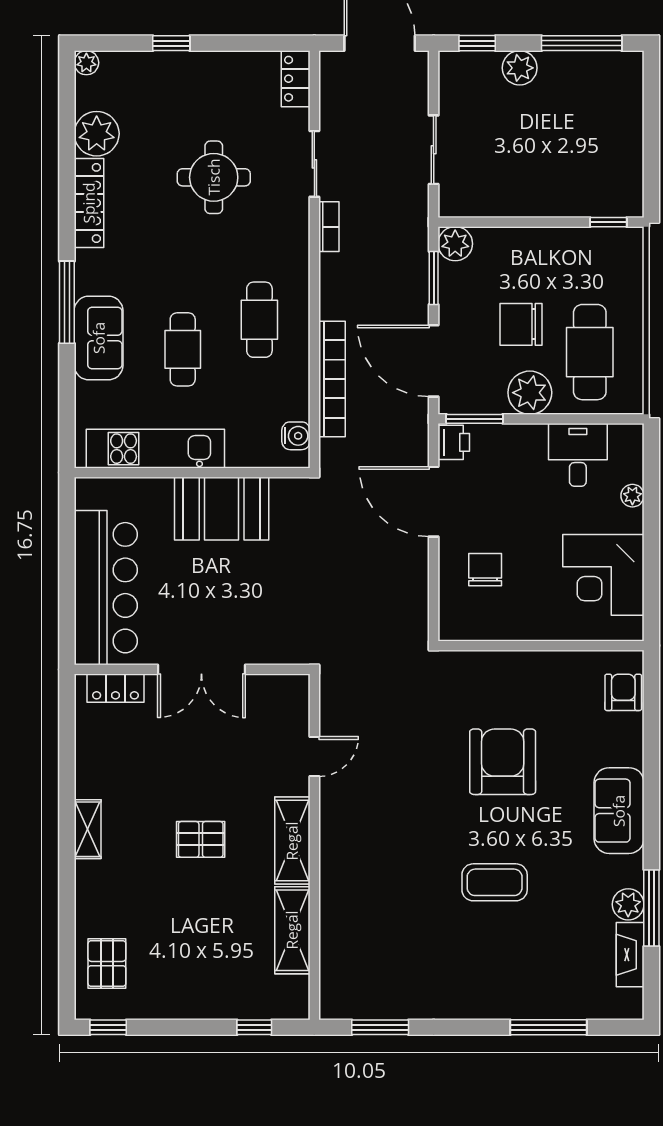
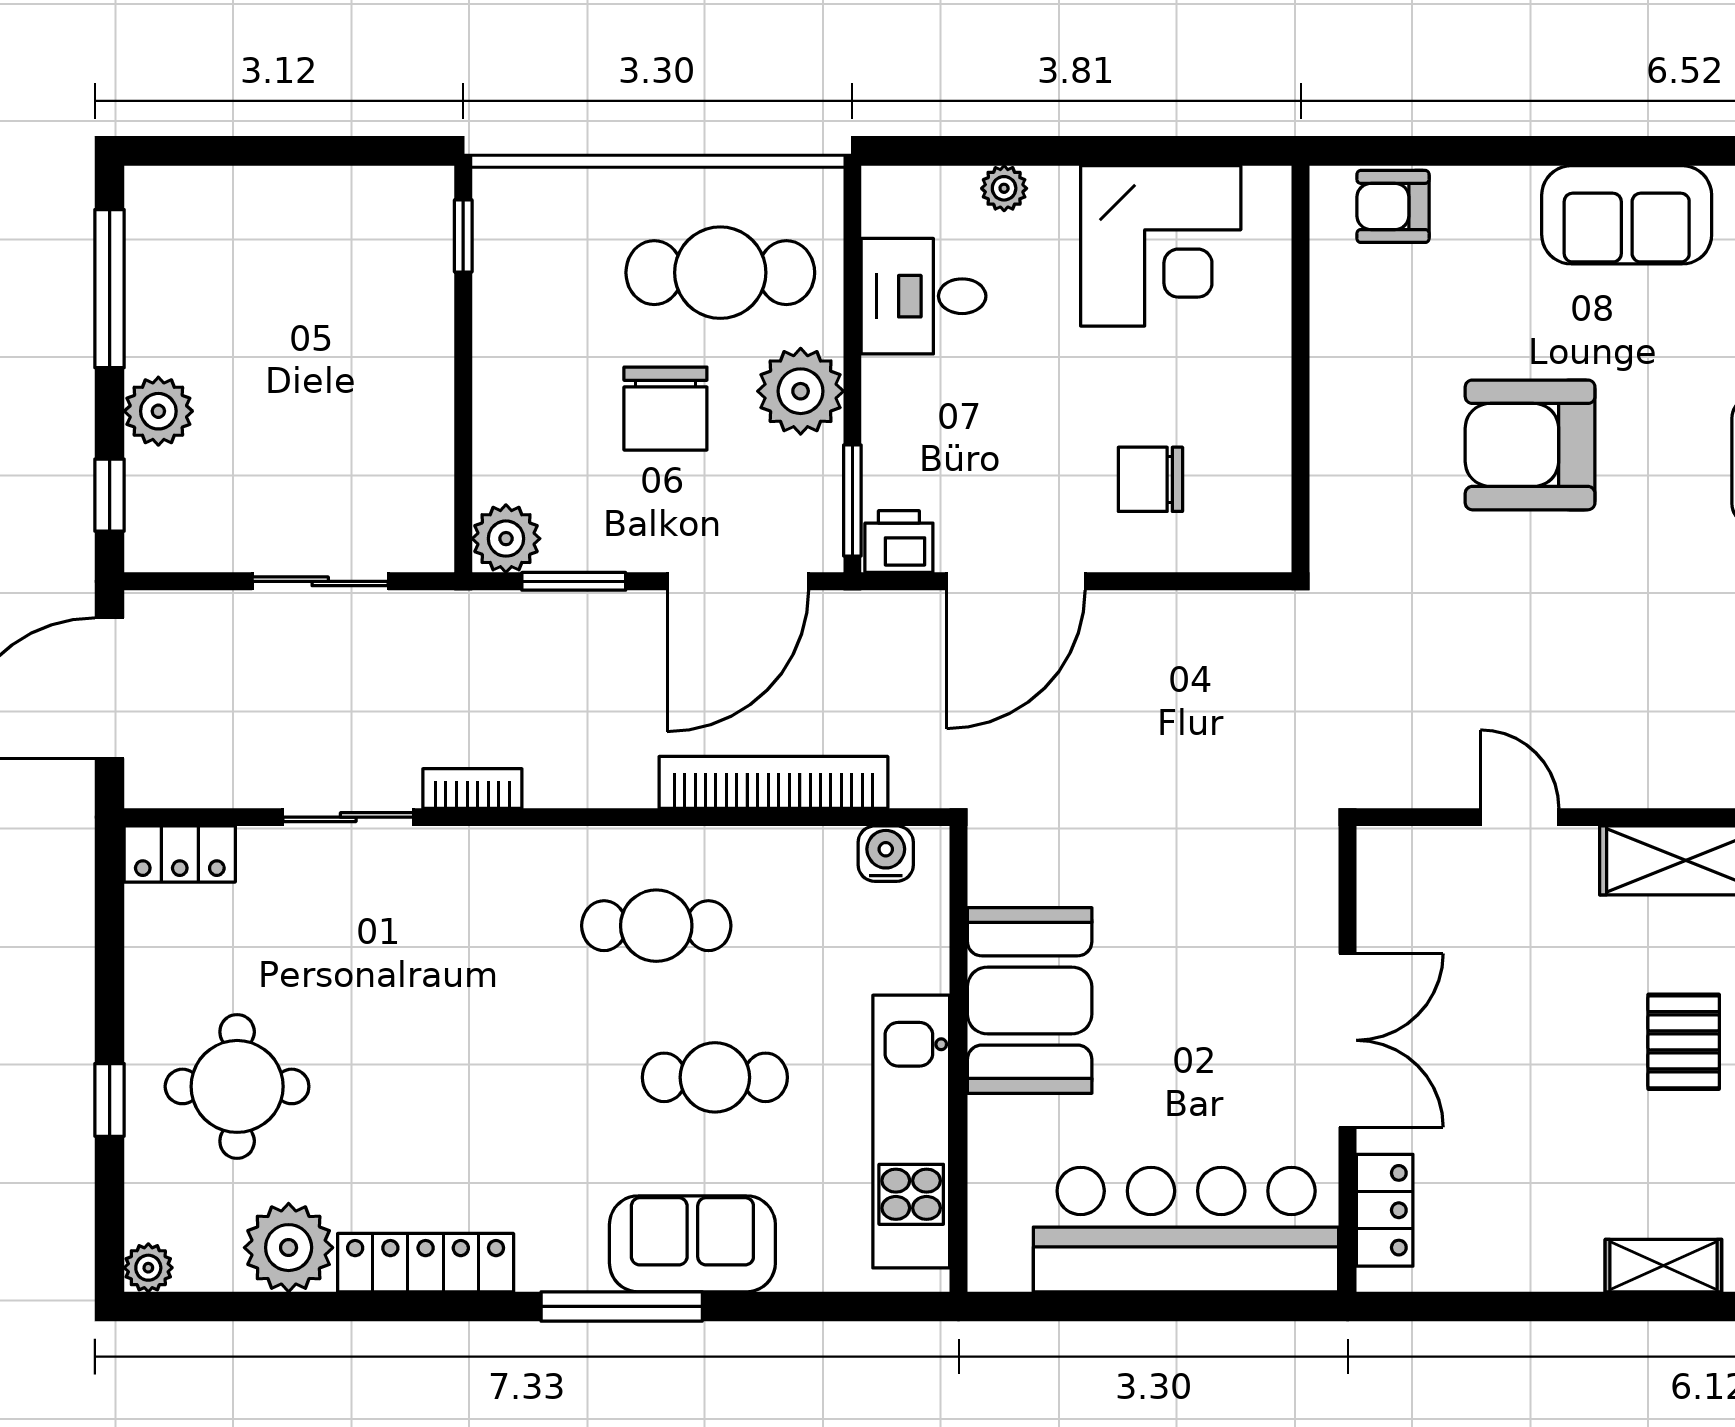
round table: (214, 177) -> (237, 1086), moved

